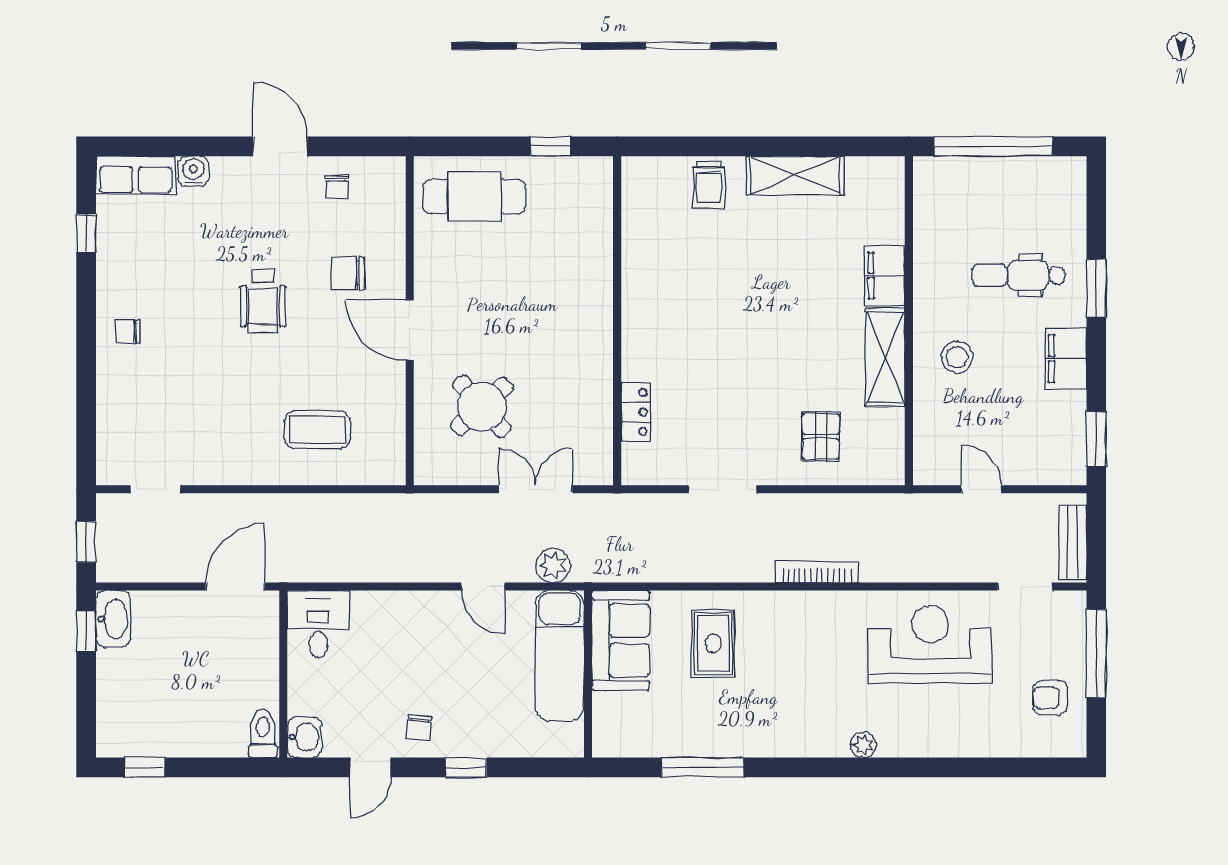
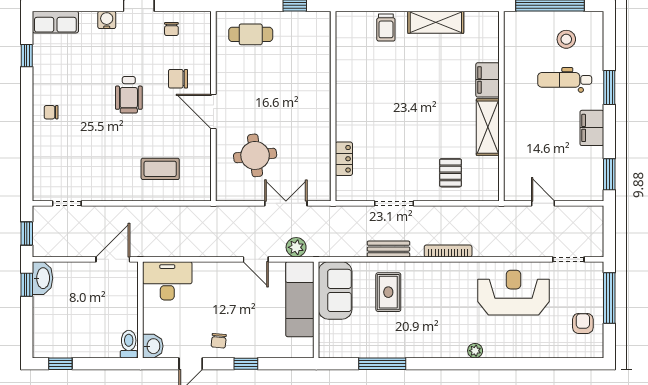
water cooler: (193, 171) -> (107, 20), moved
cafe table: (474, 196) -> (251, 34), width x0.73, depth x0.74
stool: (957, 357) -> (566, 39), moved
round table: (482, 406) -> (255, 155), turned 35
bench: (1073, 543) -> (388, 249), moved, turned 90
desk: (318, 624) -> (167, 281), width x1.37
armchair: (1050, 698) -> (583, 323), turned 90

